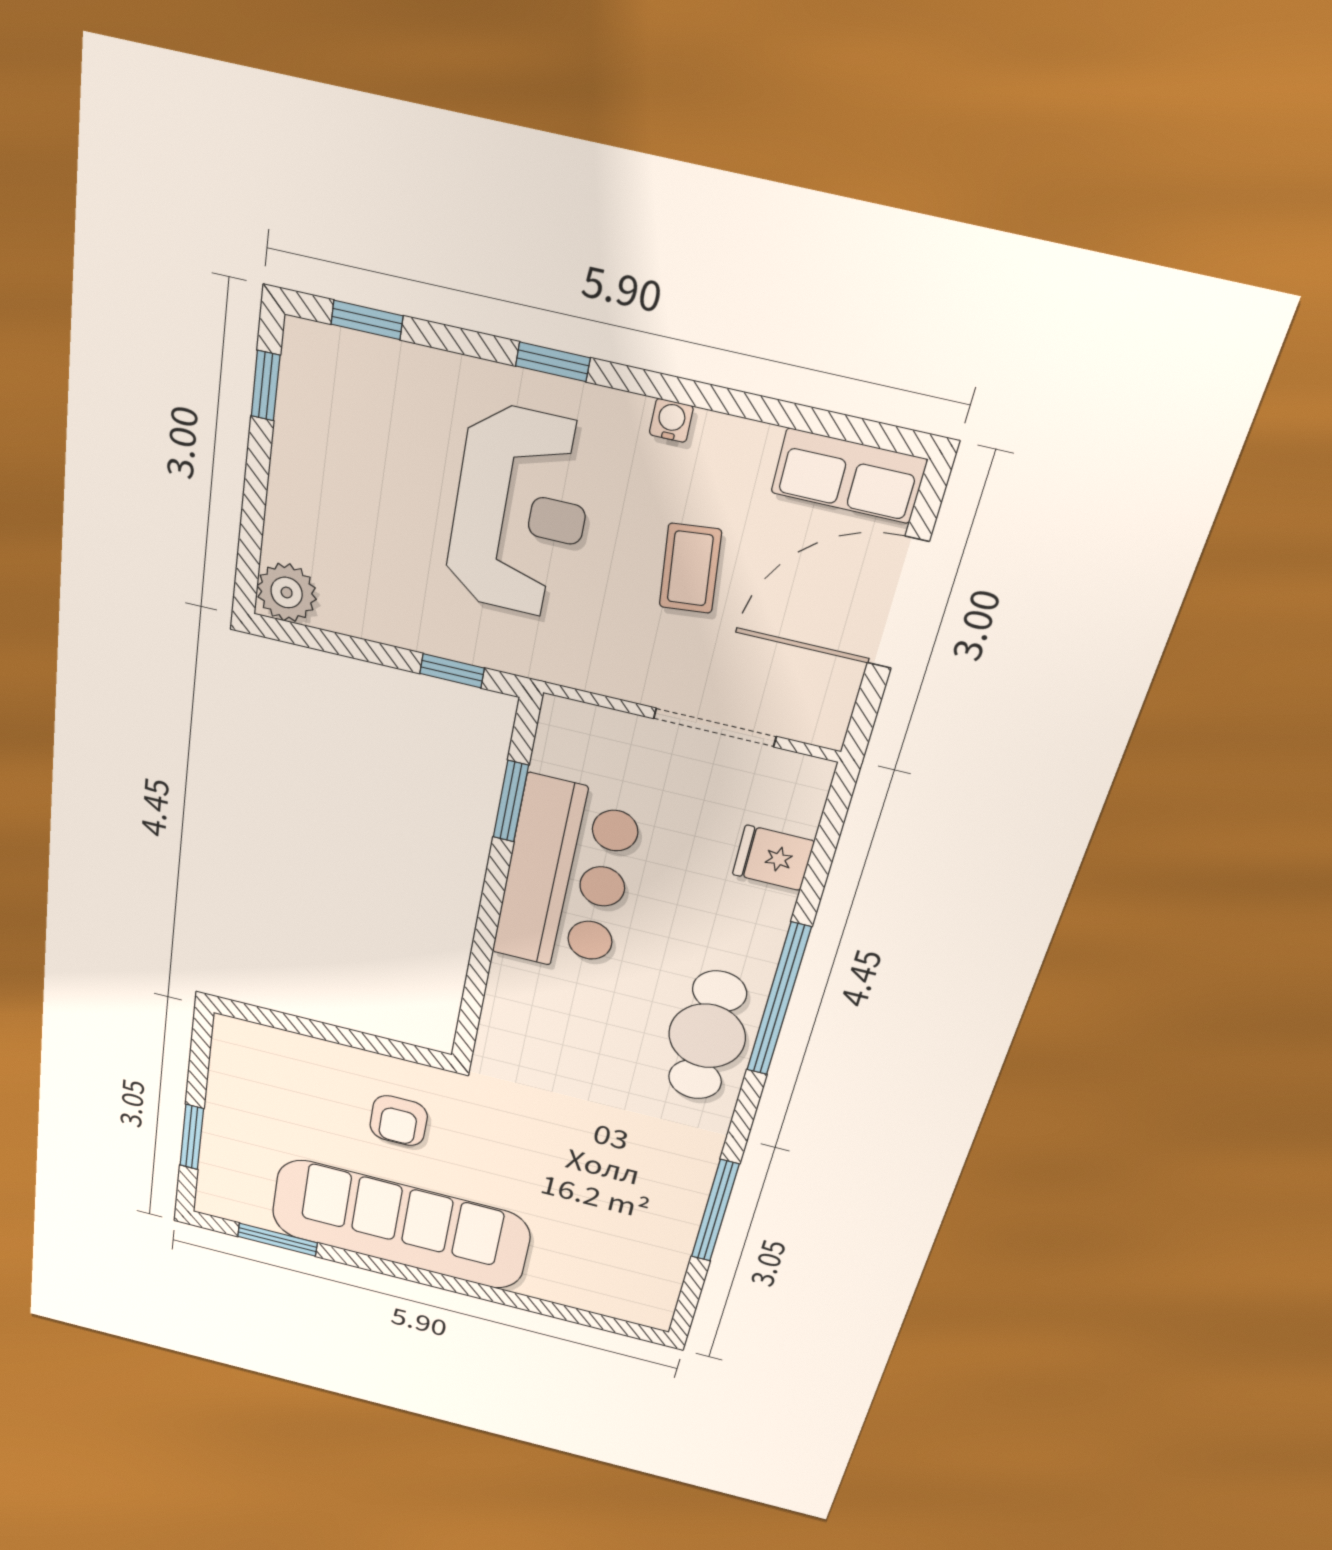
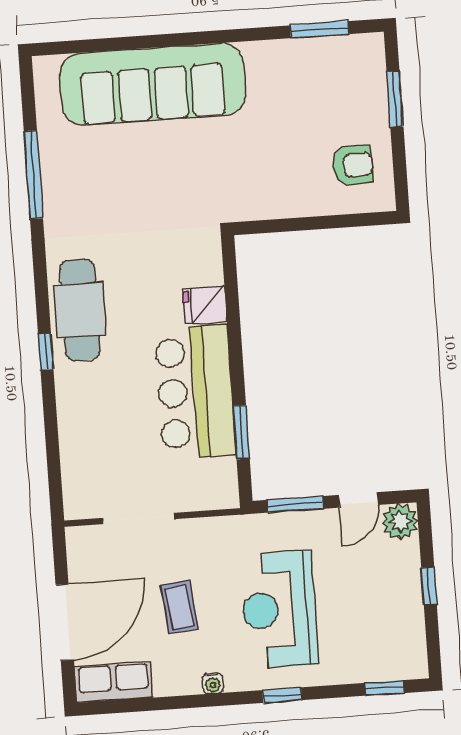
window: (266, 386) -> (429, 586), moved
door: (347, 646) -> (359, 500), added
window: (452, 671) -> (295, 504), width x1.50
fridge: (773, 858) -> (205, 305), moved, turned 180
window: (779, 1000) -> (46, 352), width x0.32
armchair: (399, 1121) -> (353, 165), moved, turned 88
sofa: (400, 1225) -> (152, 84), moved

